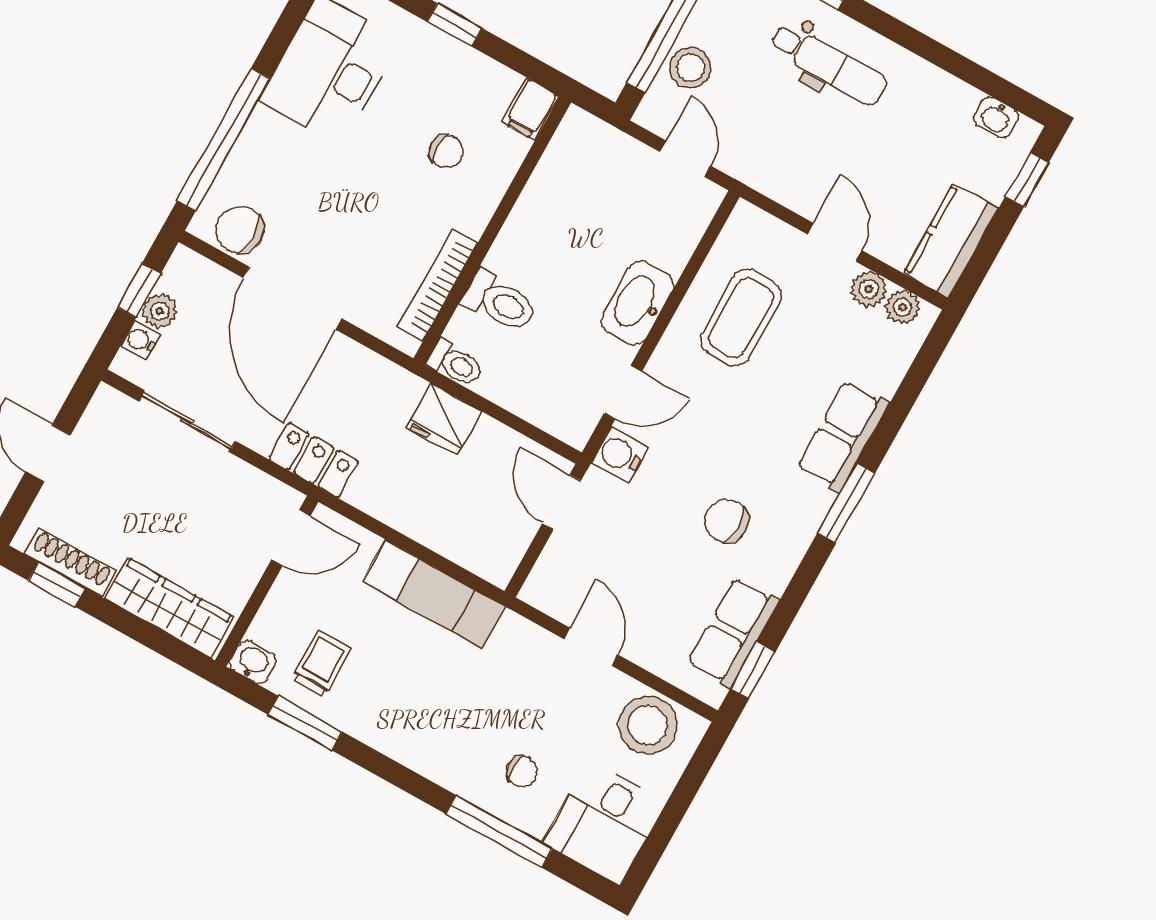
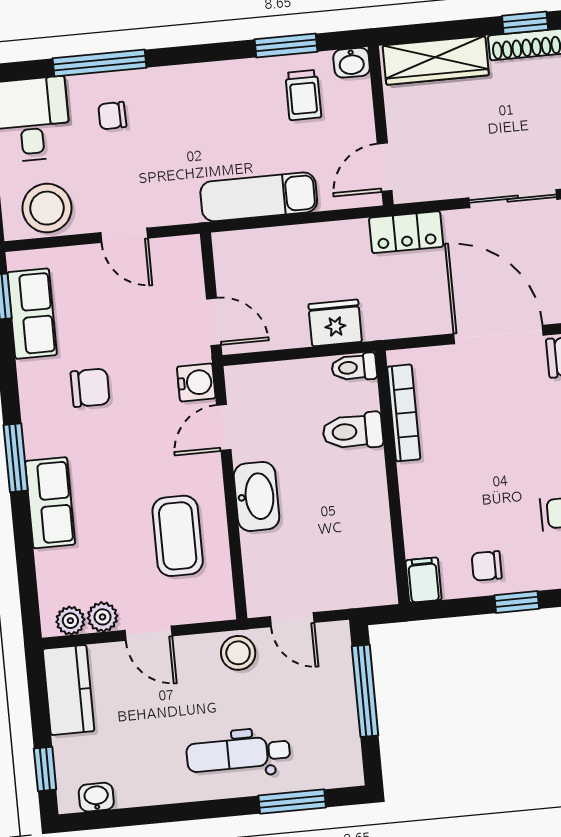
stool: (690, 68) -> (238, 653), moved
chair: (446, 151) -> (487, 566), moved

